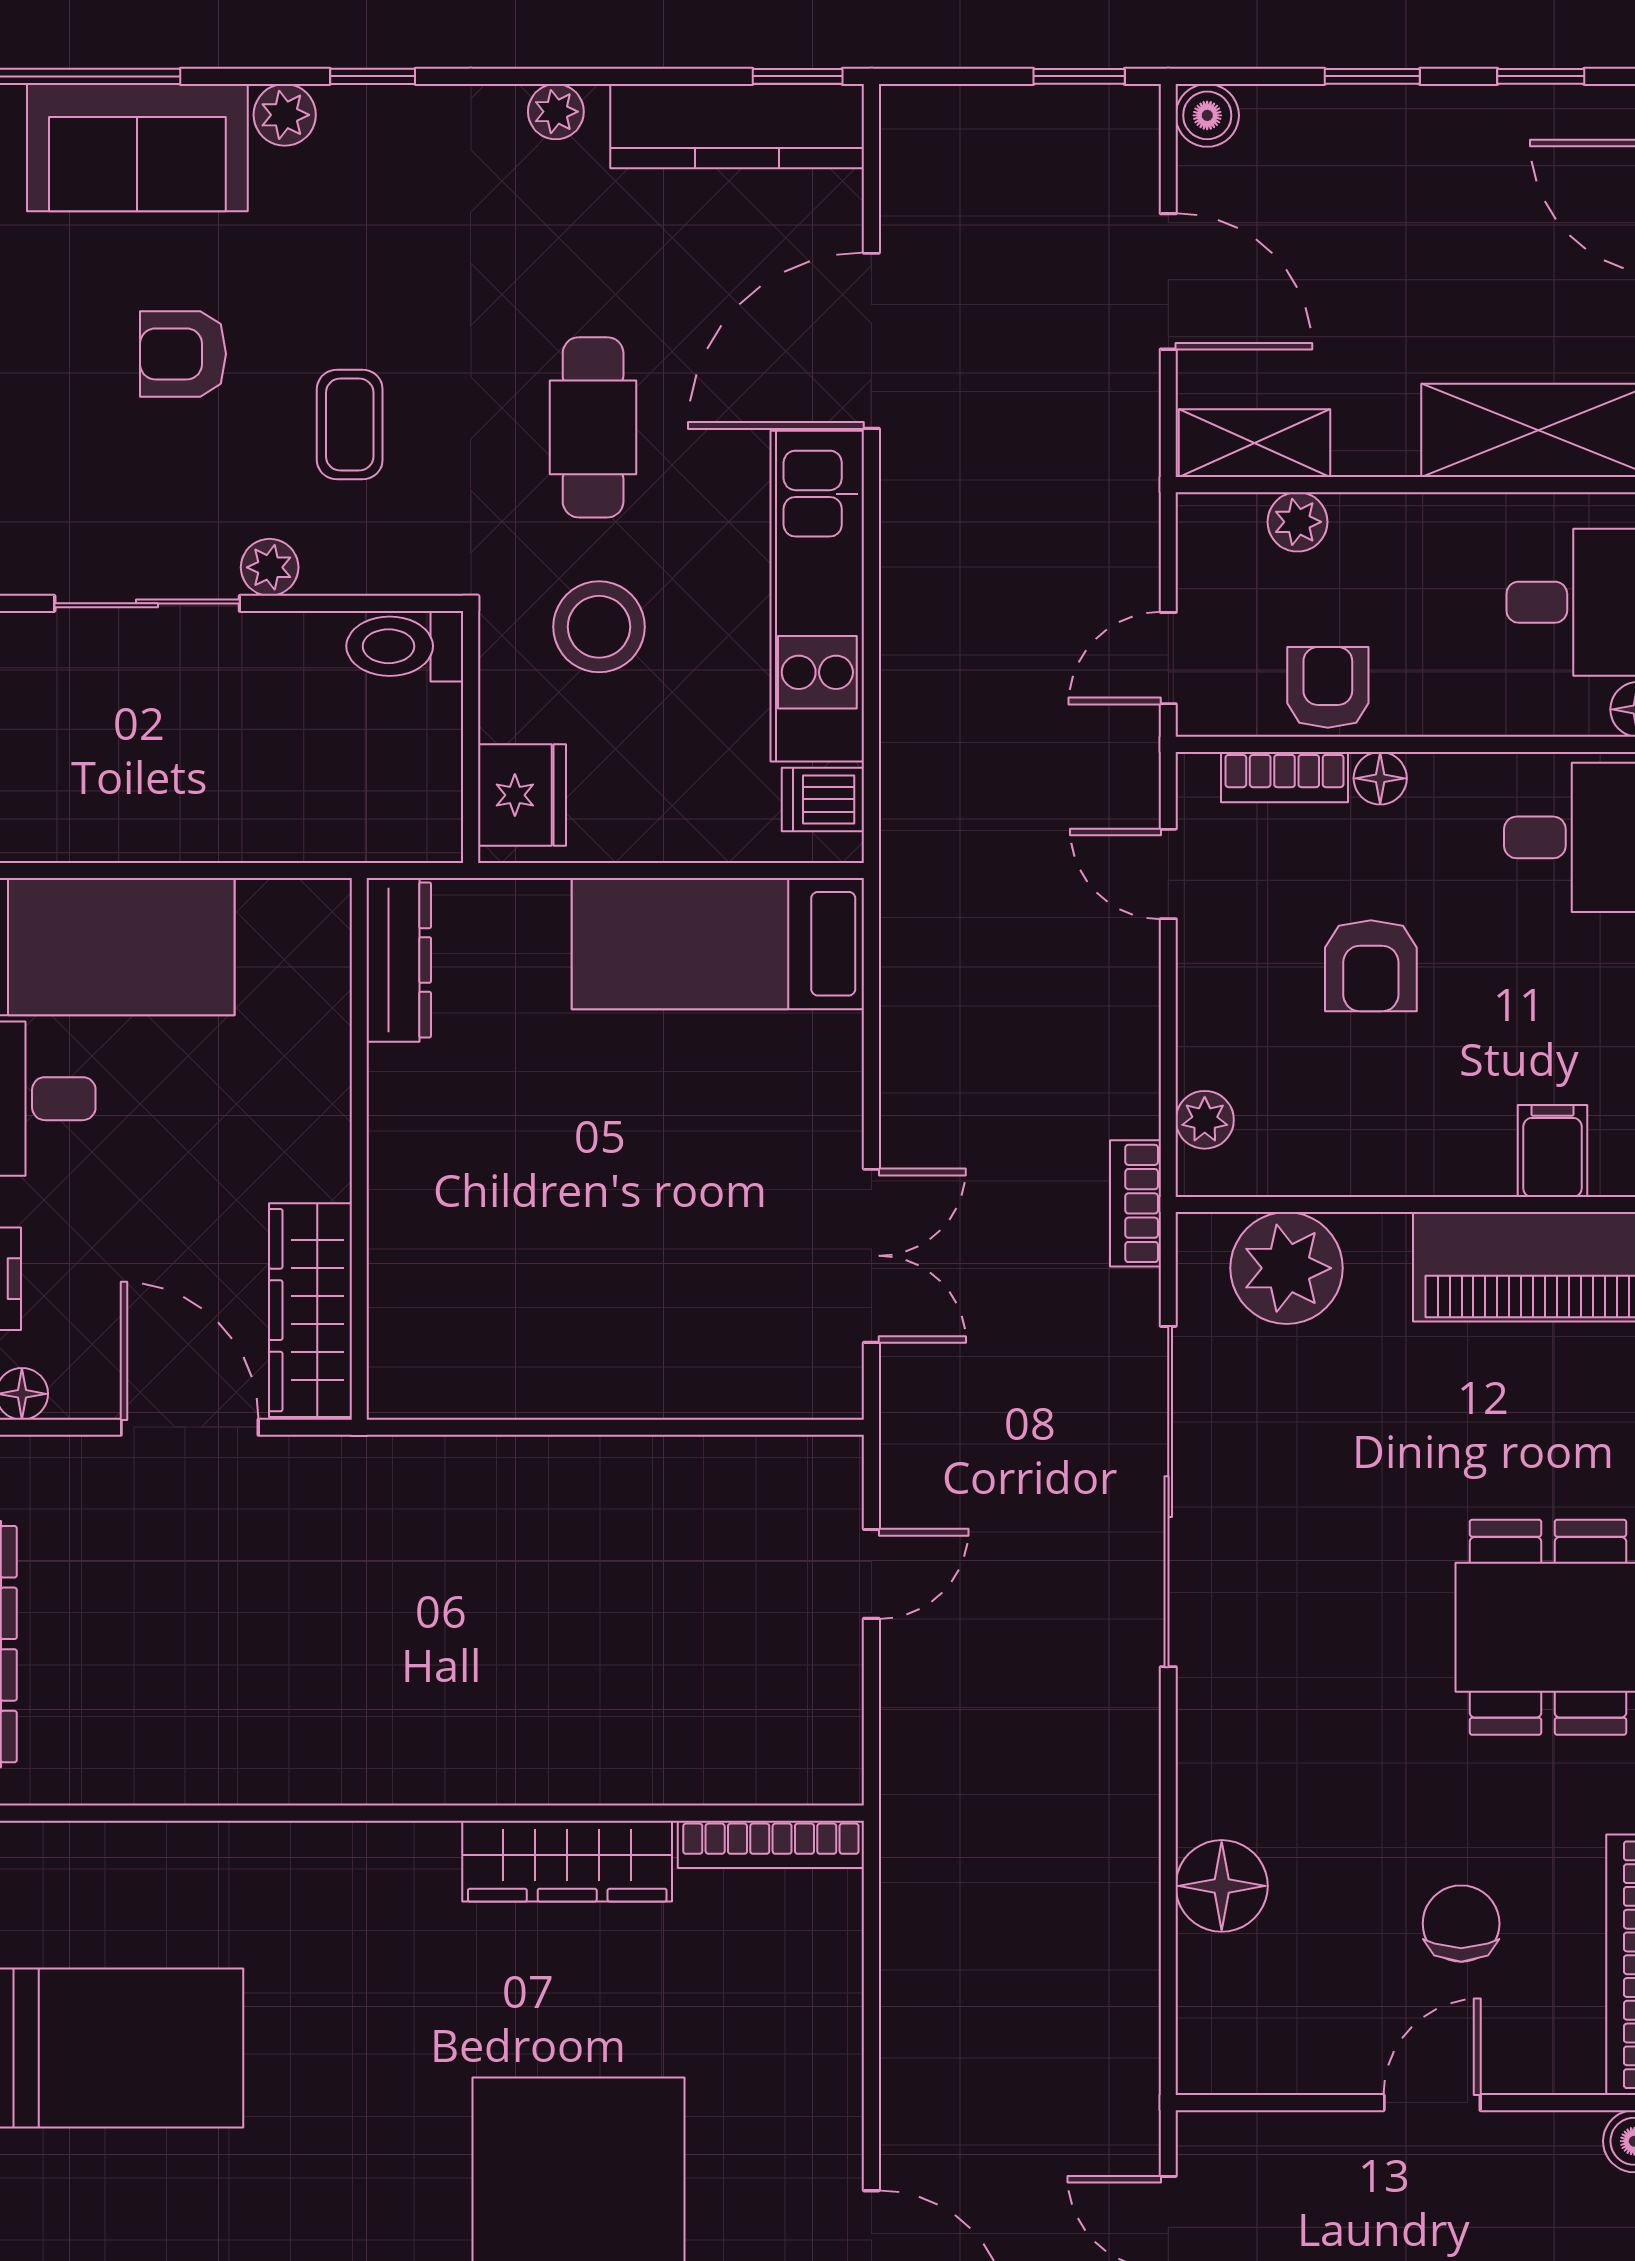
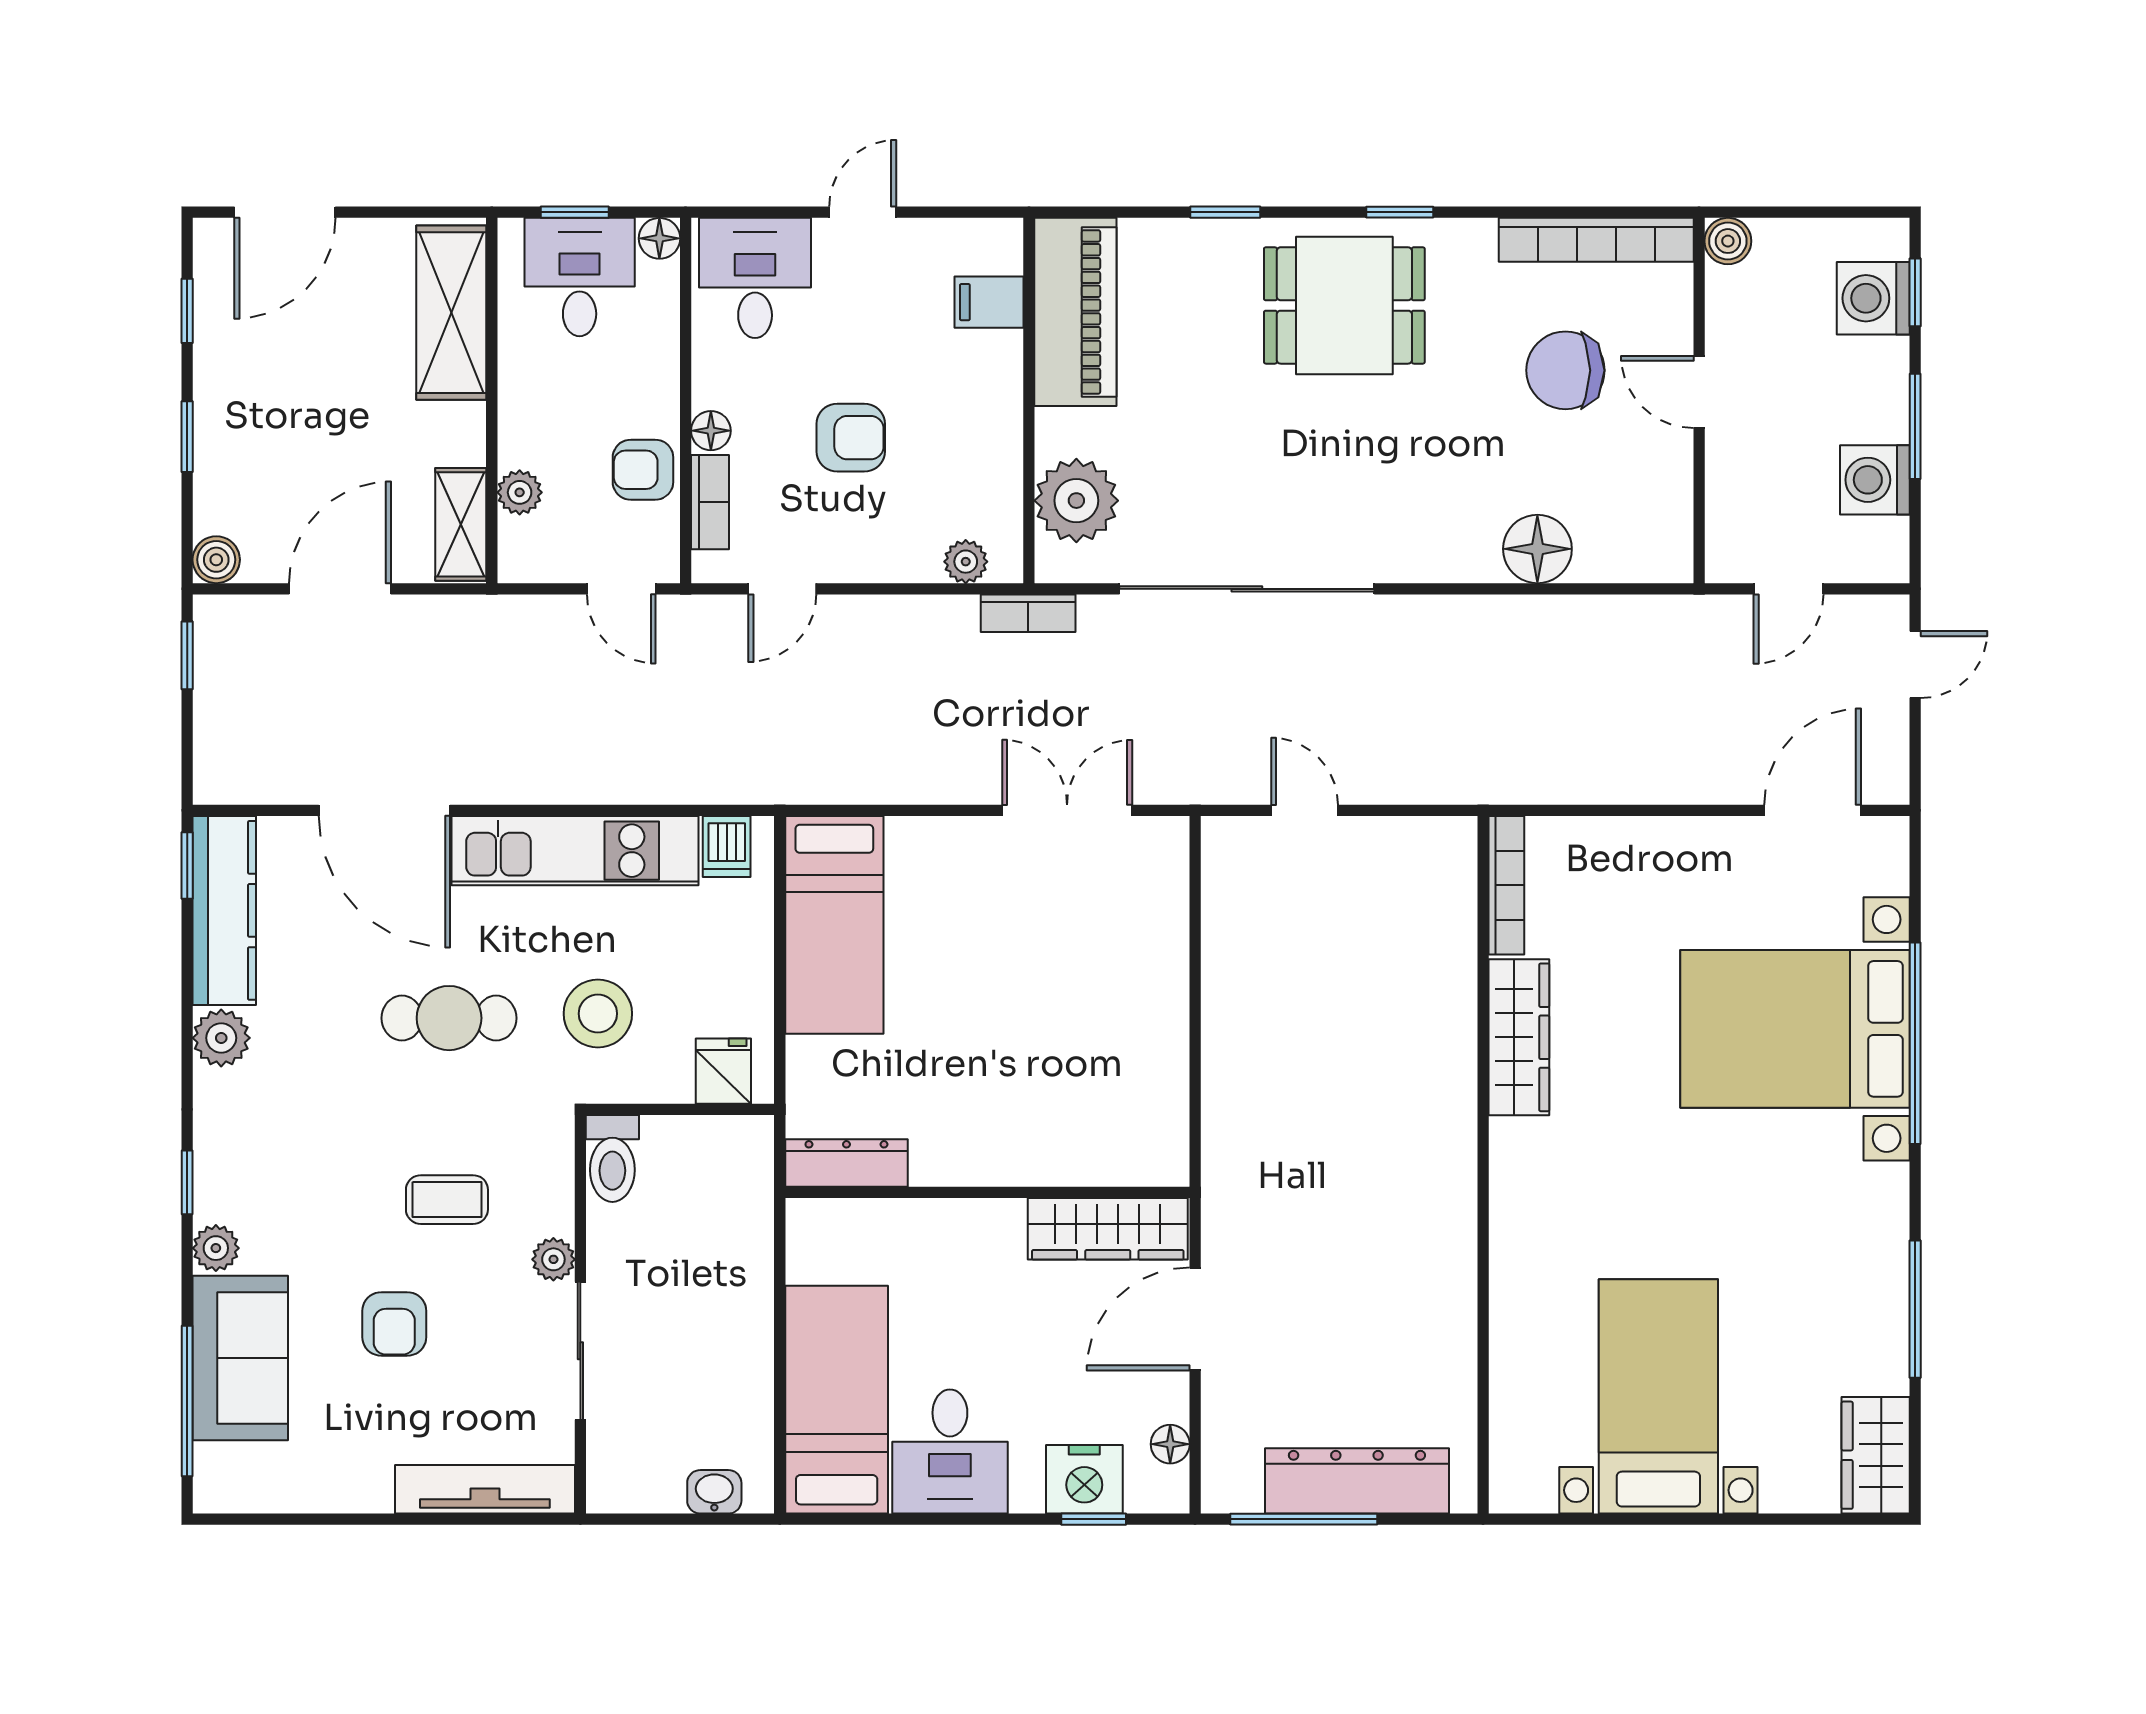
plant: (556, 112) -> (221, 1038), width x1.38, depth x1.38
fridge: (522, 795) -> (723, 1071), width x0.72
chair: (1461, 1924) -> (1565, 370), width x1.37, depth x1.37

